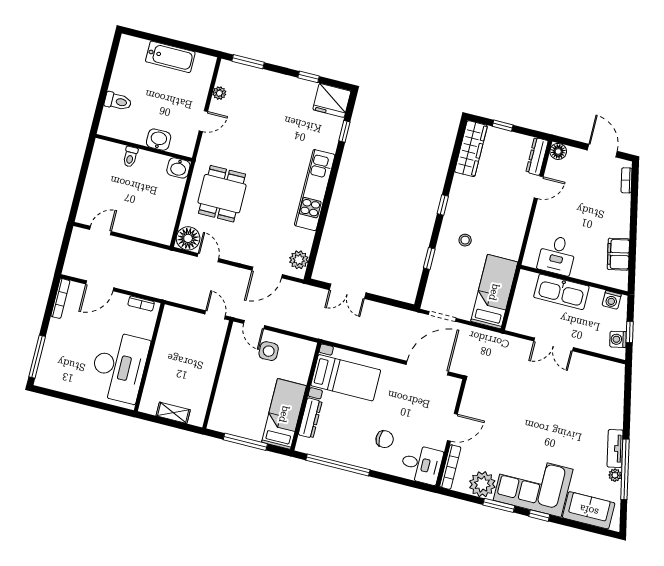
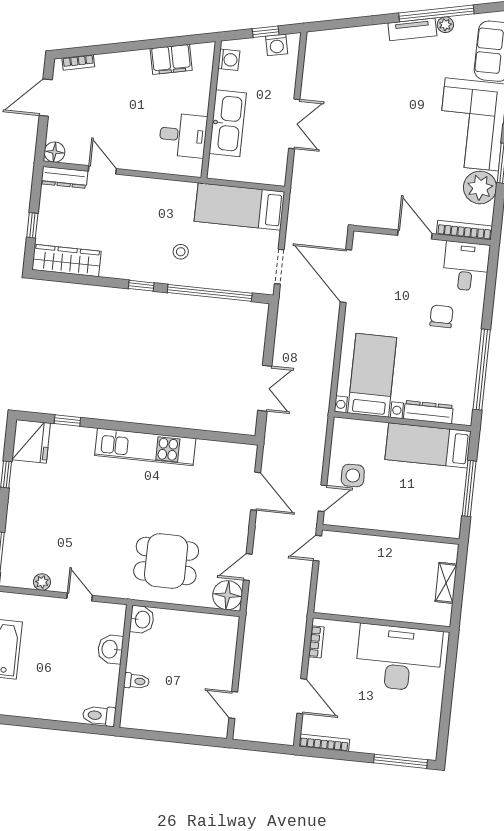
toilet: (118, 101) -> (99, 716), moved, turned -90
window: (429, 258) -> (210, 293), width x3.17
plant: (299, 260) -> (234, 454), removed

